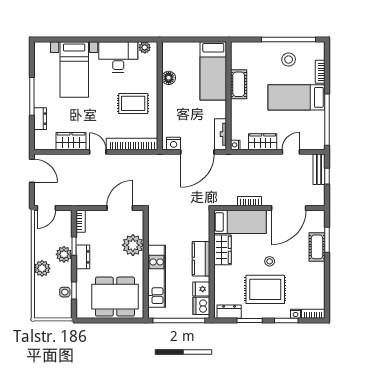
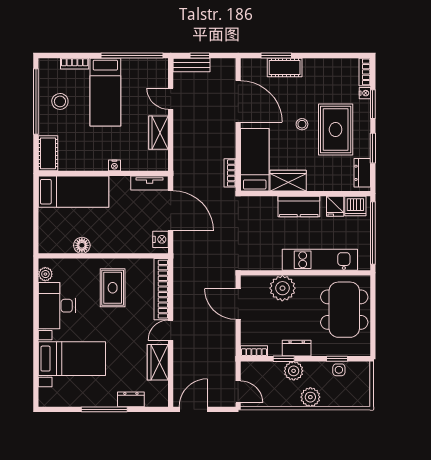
cot: (239, 84) -> (48, 153), moved, turned 90
nightstand: (235, 145) -> (114, 165), moved
bookcase: (249, 201) -> (230, 173), moved

